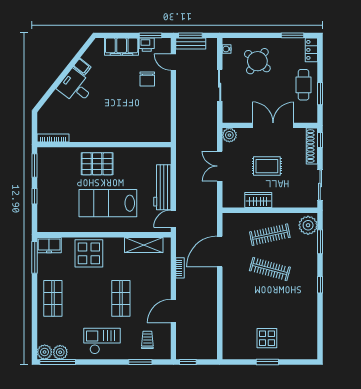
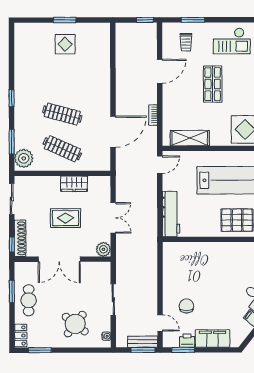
workbench: (162, 187) -> (171, 214), moved
clothes rail: (270, 235) -> (62, 149), turned 36

